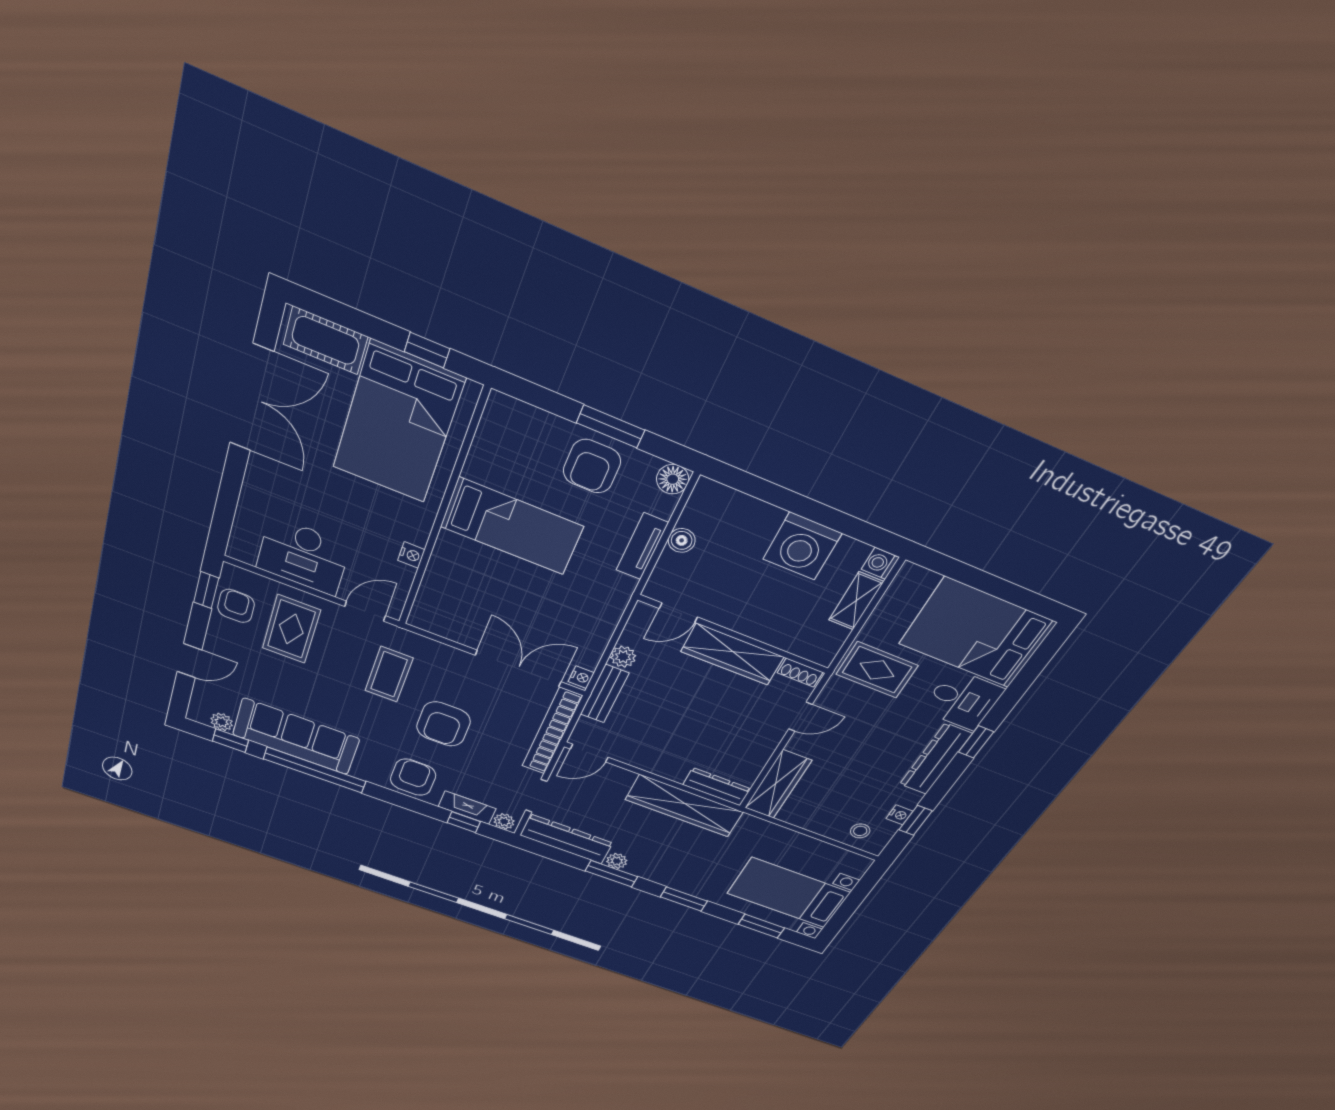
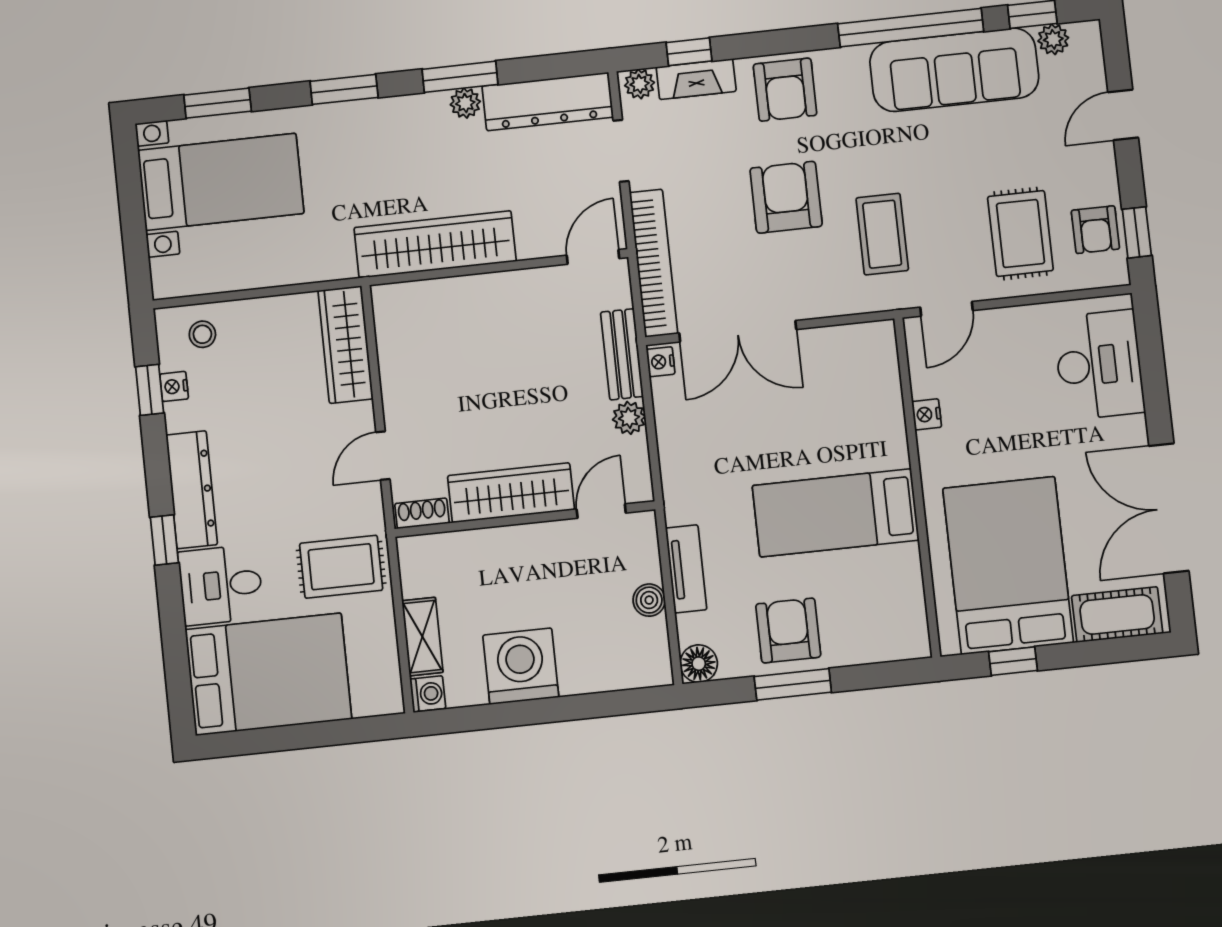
desk: (303, 556) -> (1099, 365), moved, turned 90
dresser: (717, 787) -> (414, 297), removed

